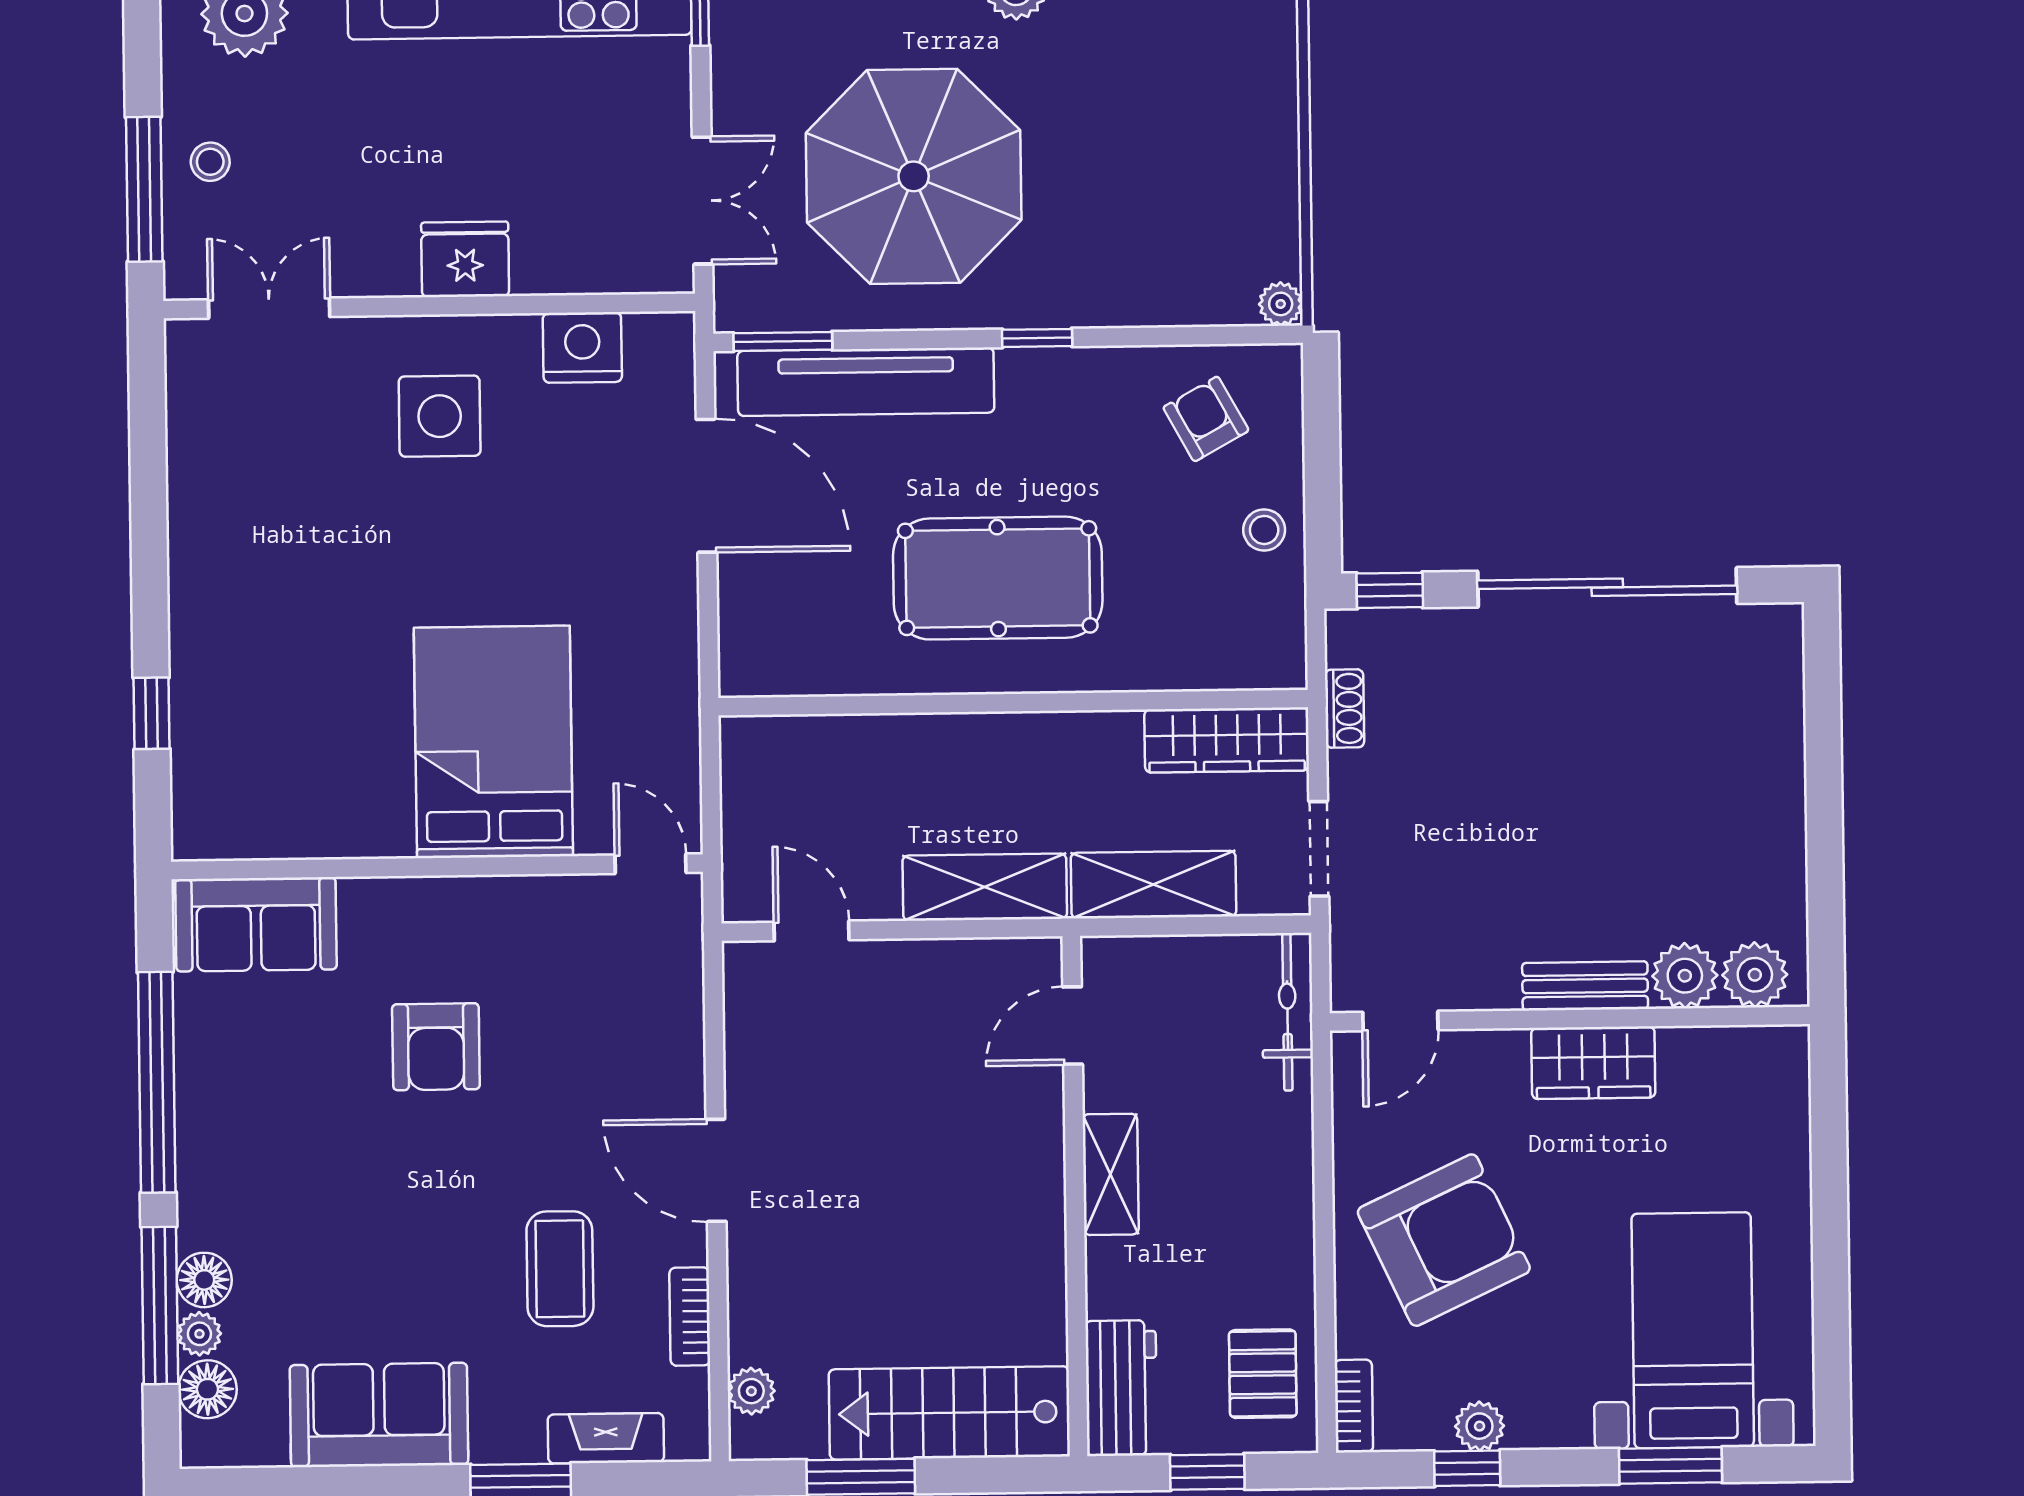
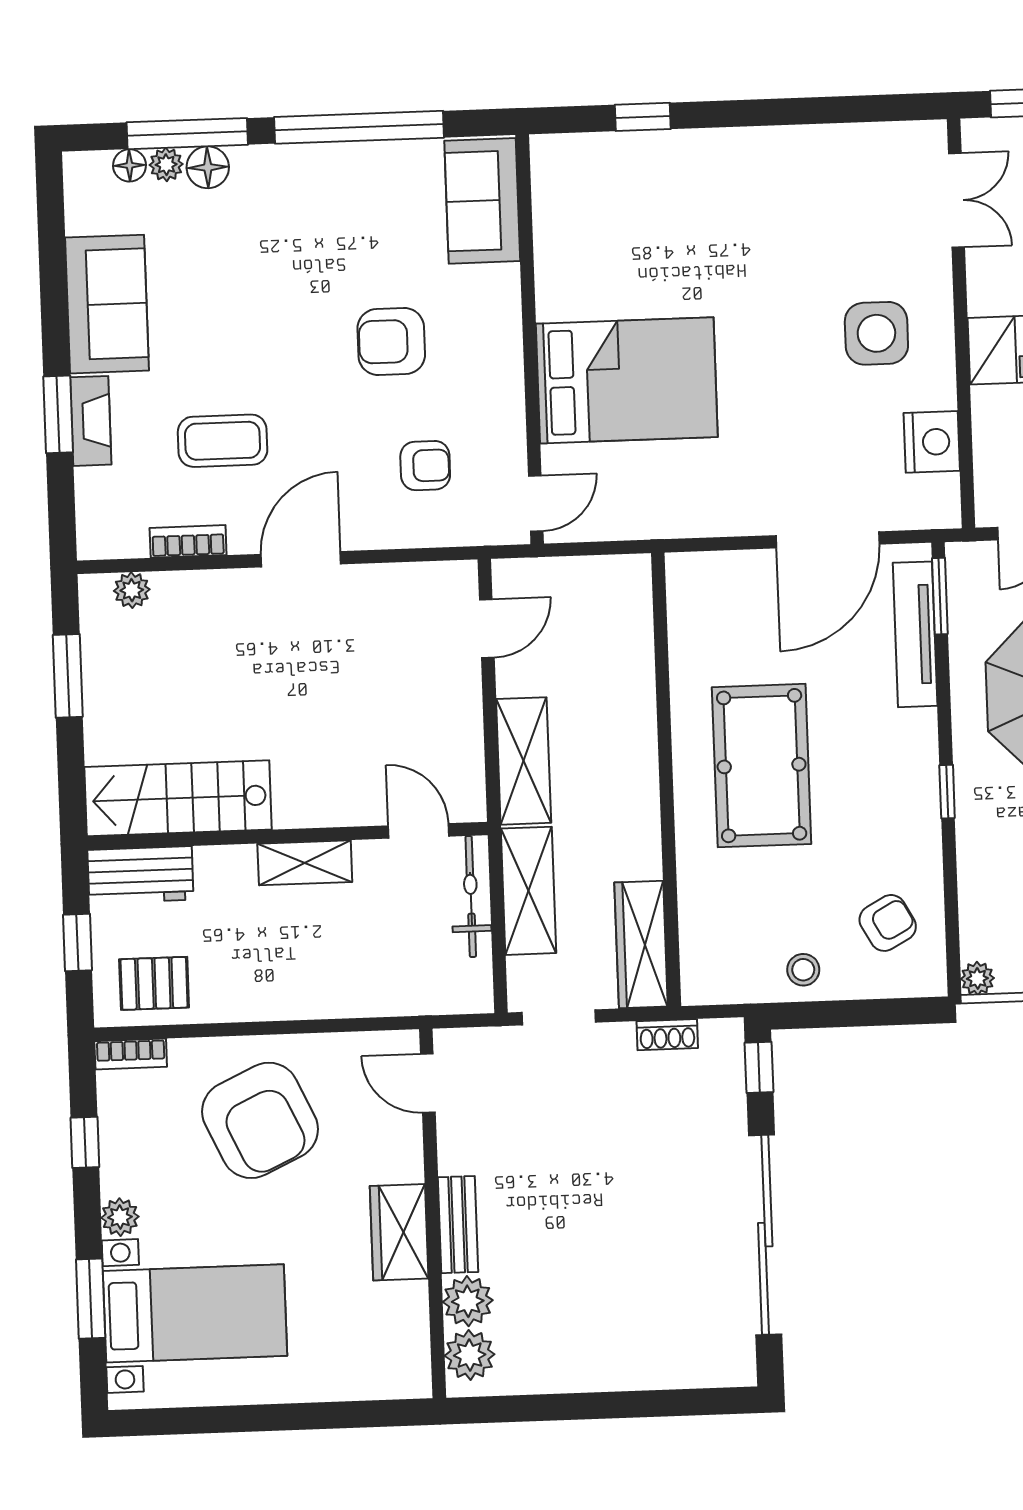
tv unit: (866, 382) -> (915, 634), width x0.73, depth x0.78
armchair: (598, 1006) -> (425, 466), added
bicycle: (1287, 1012) -> (471, 896), moved, turned -90
floor lamp: (207, 1389) -> (130, 165), width x0.73, depth x0.73
stairs: (949, 1413) -> (178, 798), moved, turned -90
plant: (1480, 1426) -> (120, 1217), moved
fireplace: (606, 1438) -> (91, 421), moved

